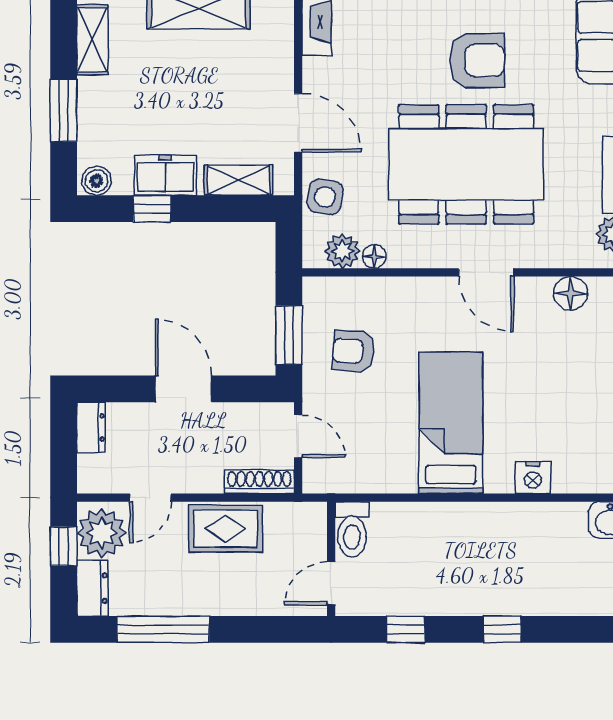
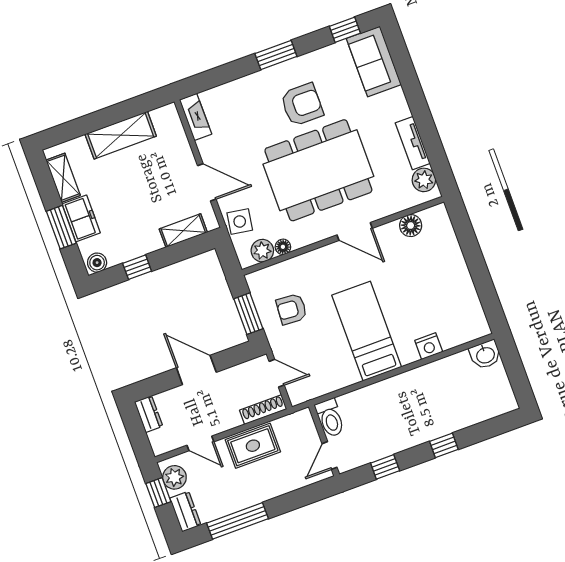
freezer: (165, 175) -> (81, 218), moved, turned 90
door: (150, 498) -> (200, 443), hinge flipped
plant: (102, 533) -> (174, 477), width x0.73, depth x0.73

